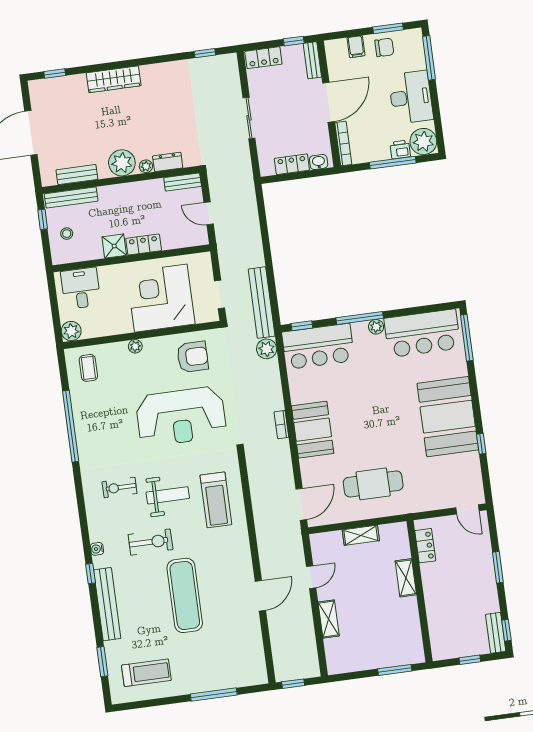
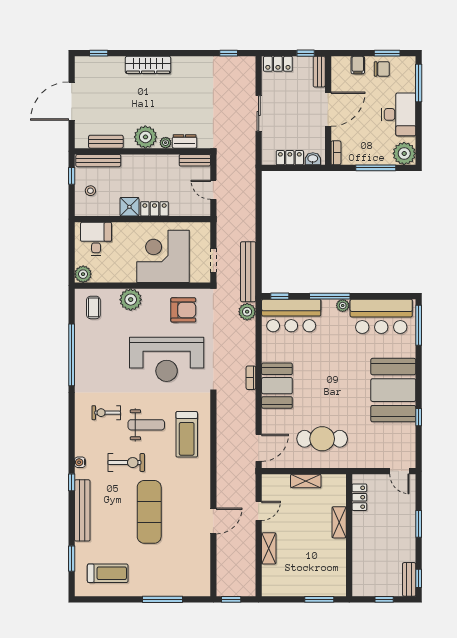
bookcase: (343, 144) -> (336, 153), width x0.64
printer: (400, 149) -> (384, 158), removed
plant: (135, 346) -> (131, 300), width x1.88, depth x1.88

